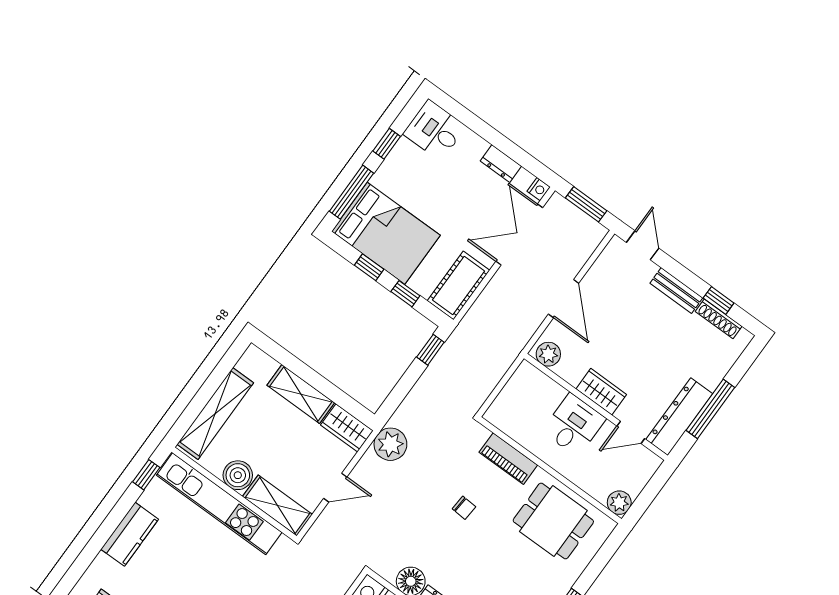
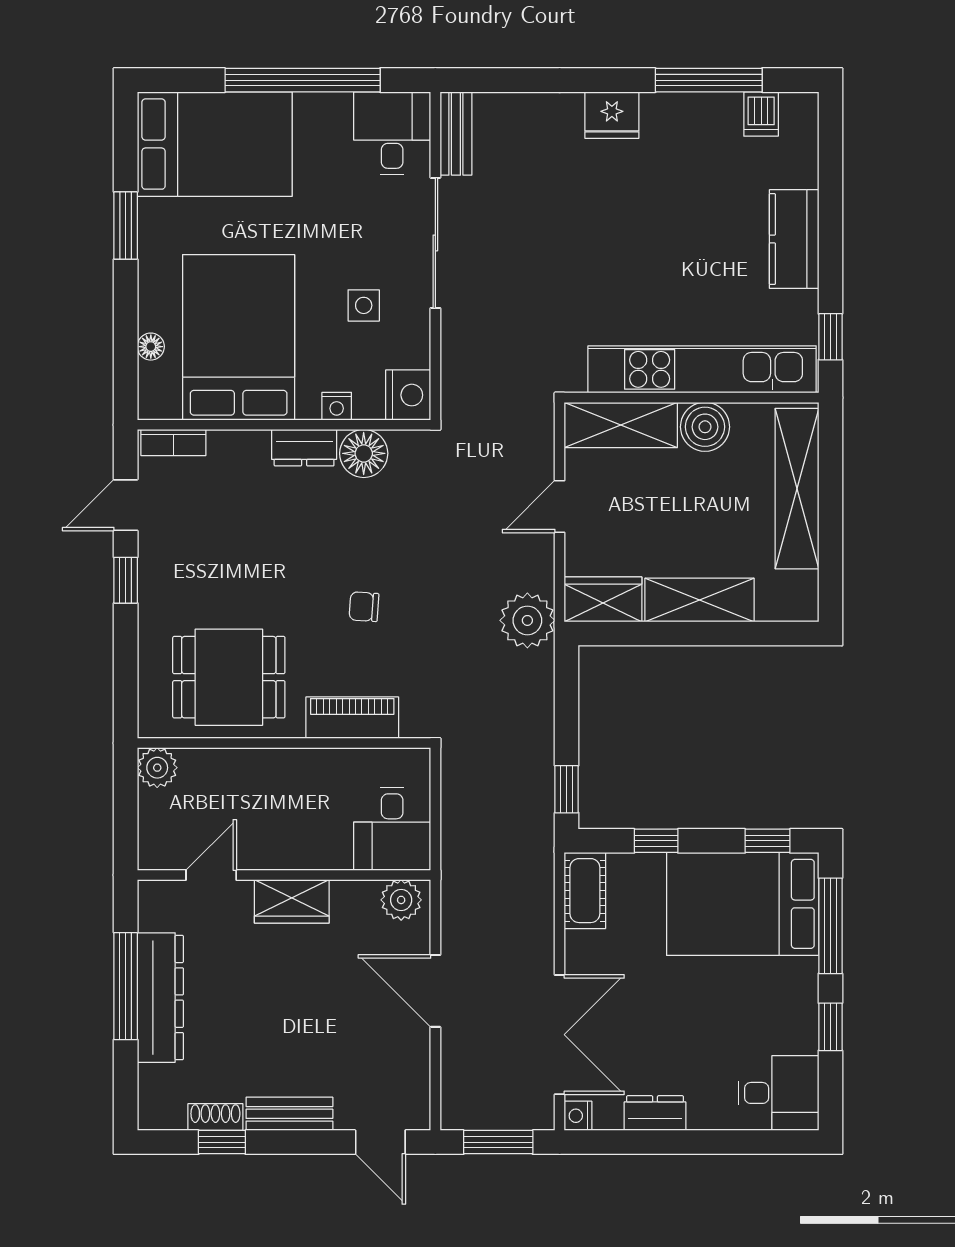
window: (369, 267) -> (768, 841), moved
cot: (458, 285) -> (585, 891), width x0.73, depth x0.75
shoe rack: (719, 319) -> (215, 1117), width x0.70
dresser: (679, 417) -> (160, 998), moved
desk: (574, 425) -> (392, 829), moved

